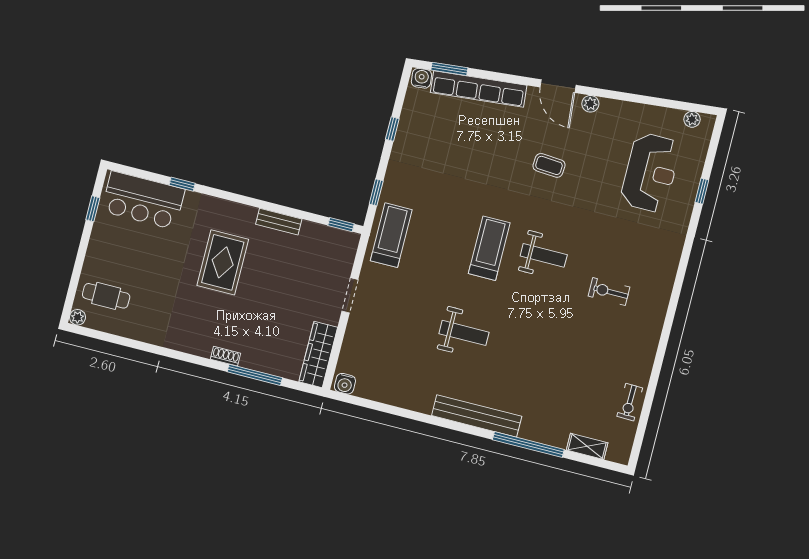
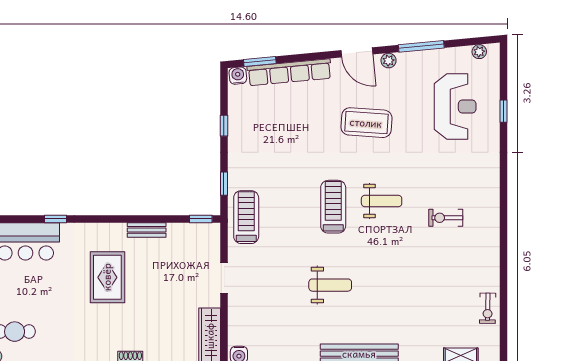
window: (630, 97) -> (421, 46), added
coffee table: (549, 165) -> (366, 123), width x1.86, depth x1.72

